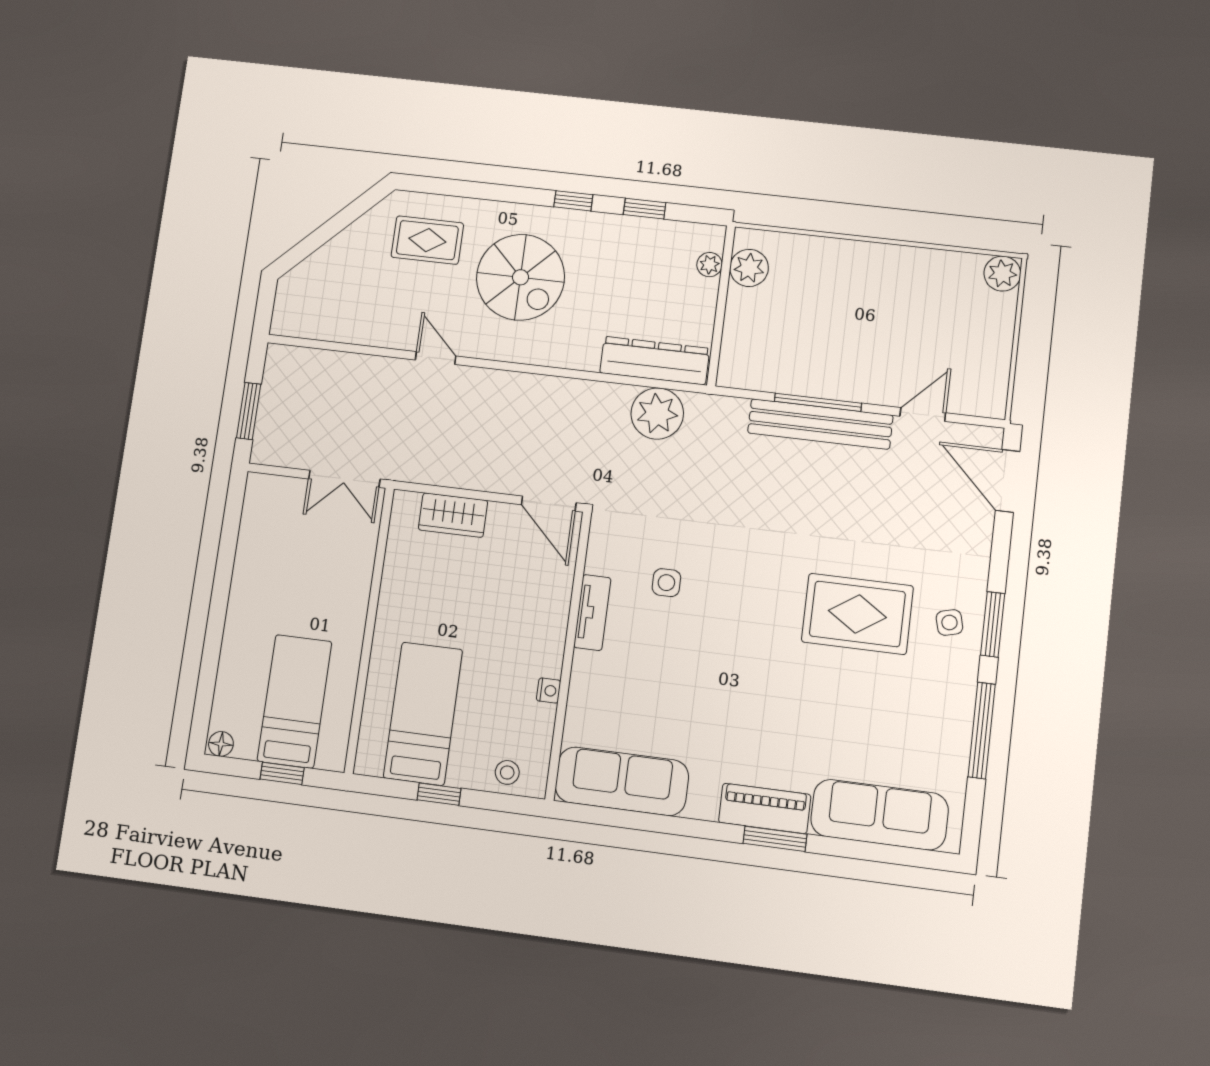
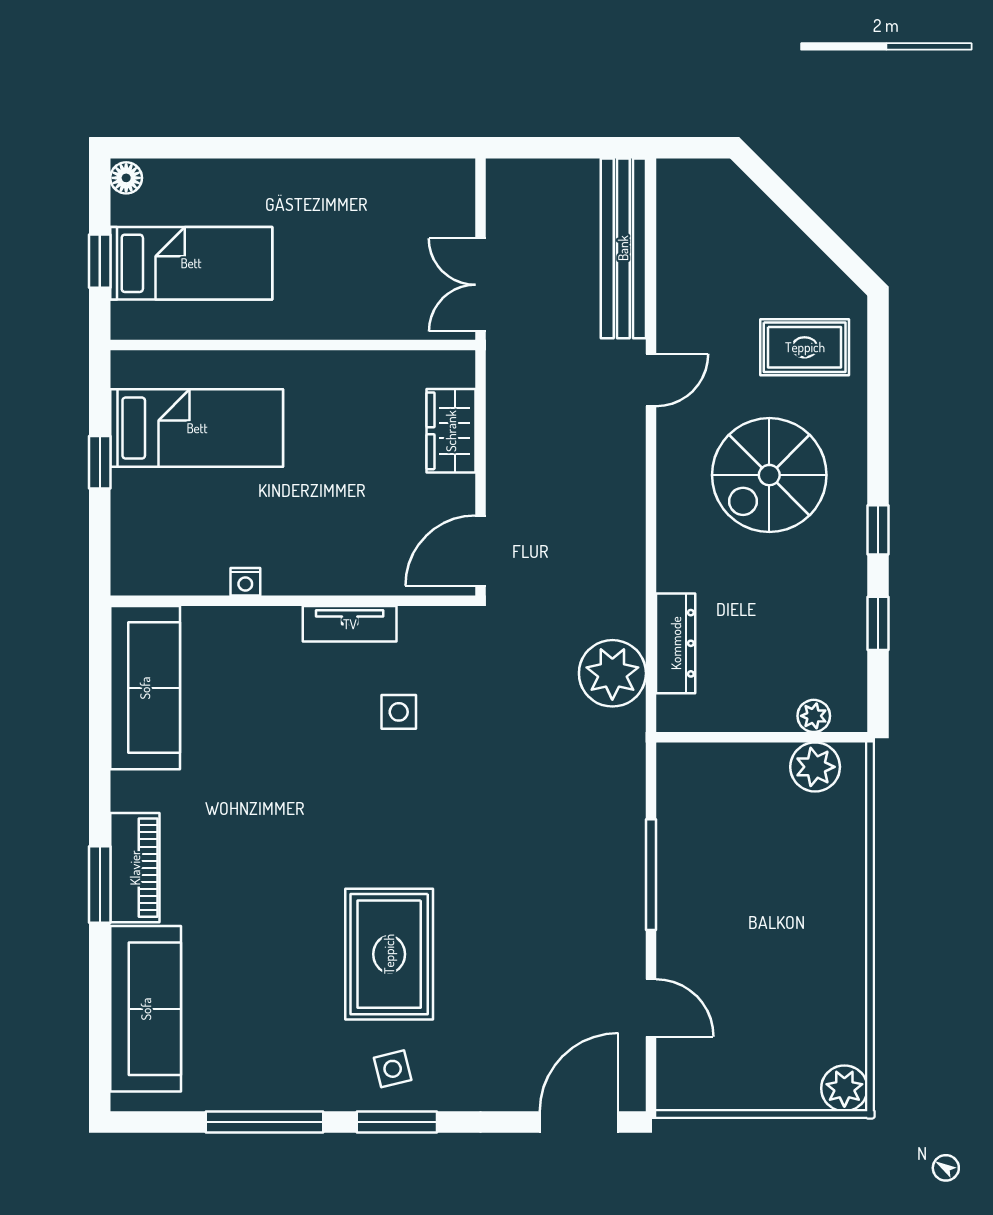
rug: (427, 240) -> (805, 347), turned 90
dresser: (655, 361) -> (676, 643), width x0.73, depth x0.80
window: (249, 411) -> (553, 148), removed
bench: (820, 424) -> (623, 248), moved
stool: (507, 772) -> (137, 544), removed

